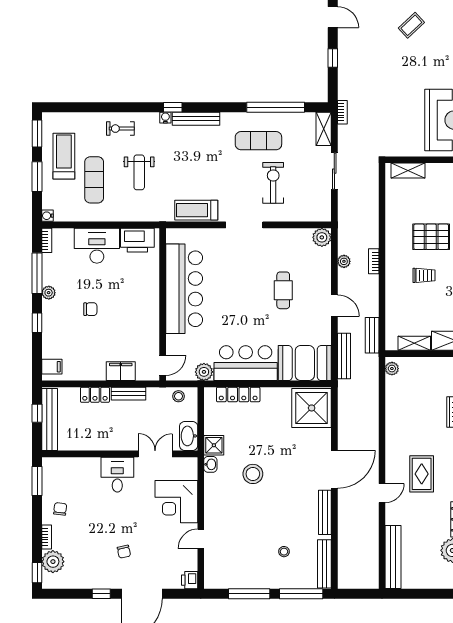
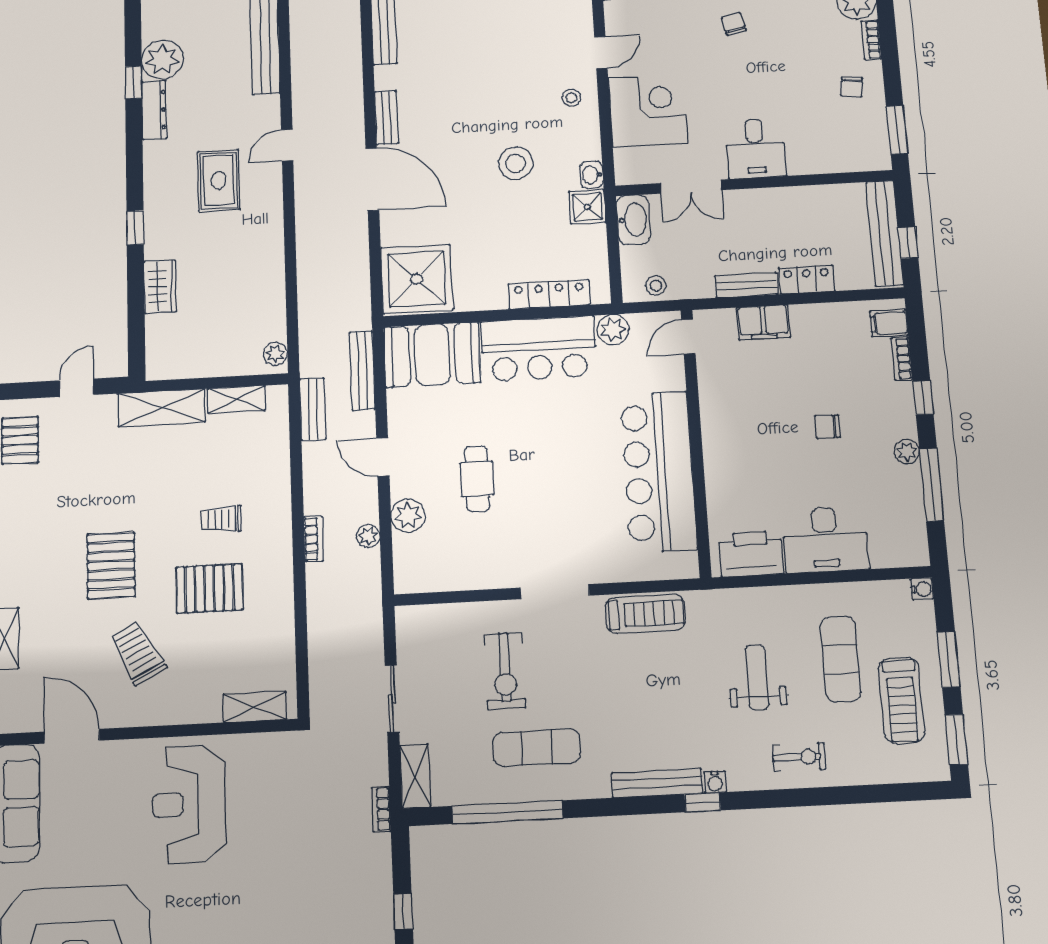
plant: (322, 237) -> (408, 516), moved
bookcase: (47, 240) -> (902, 359), moved
door: (334, 469) -> (372, 179), swing flipped
bench: (325, 512) -> (386, 118), width x0.73
stool: (284, 552) -> (571, 98), moved

